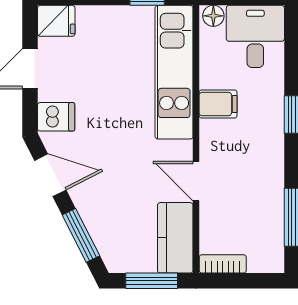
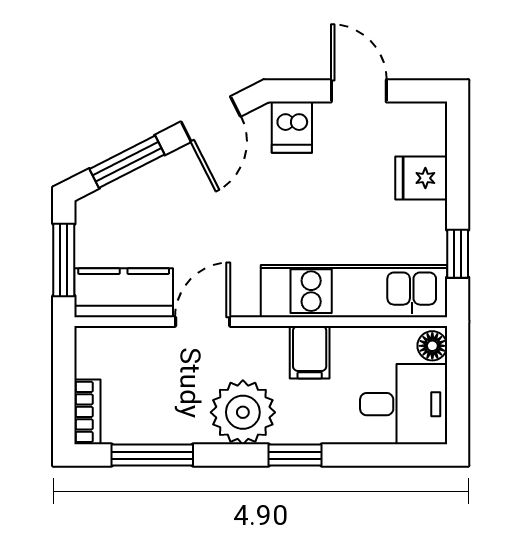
fridge: (56, 21) -> (421, 178), moved, turned 90
plant: (261, 152) -> (243, 412), added
bookcase: (223, 264) -> (87, 412), moved

